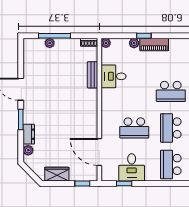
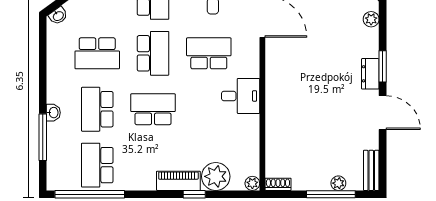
plant: (134, 43) -> (216, 176), width x1.87, depth x1.87
bench: (92, 75) -> (371, 170), moved
desk: (114, 76) -> (241, 96), moved
dresser: (29, 134) -> (370, 74), moved

